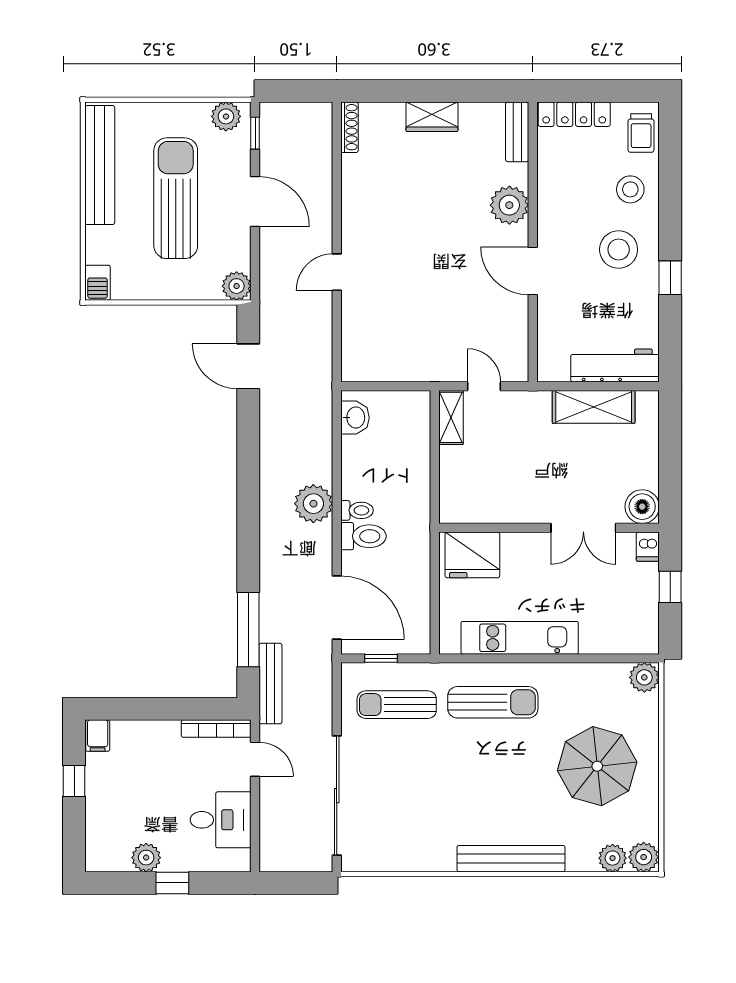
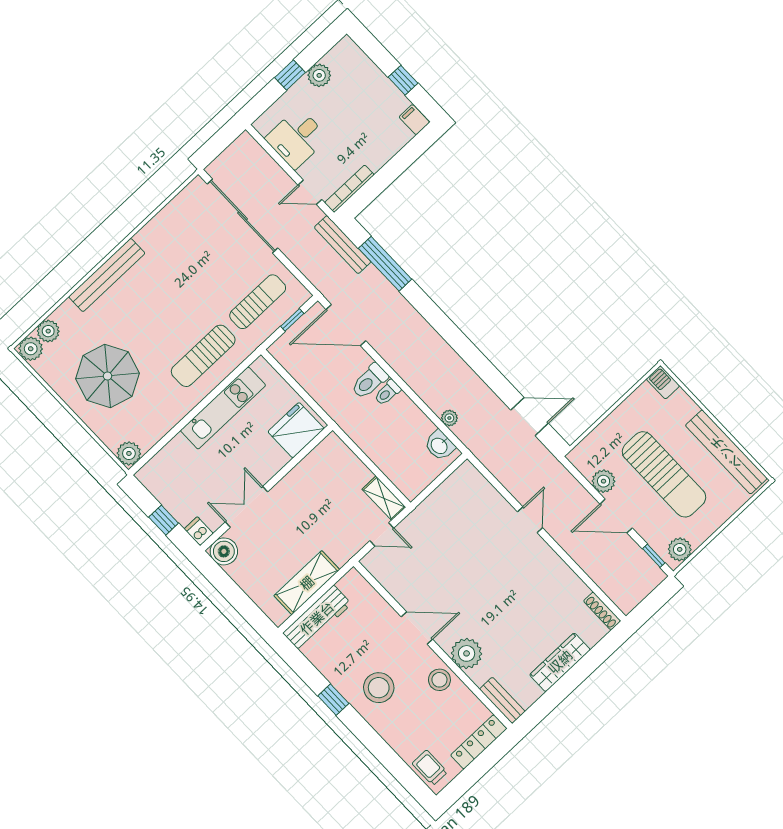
wardrobe: (432, 117) -> (560, 662), width x1.50
stool: (630, 189) -> (439, 680), moved
plant: (237, 286) -> (604, 481), moved
plant: (313, 504) -> (449, 418), moved, width x0.53, depth x0.53

